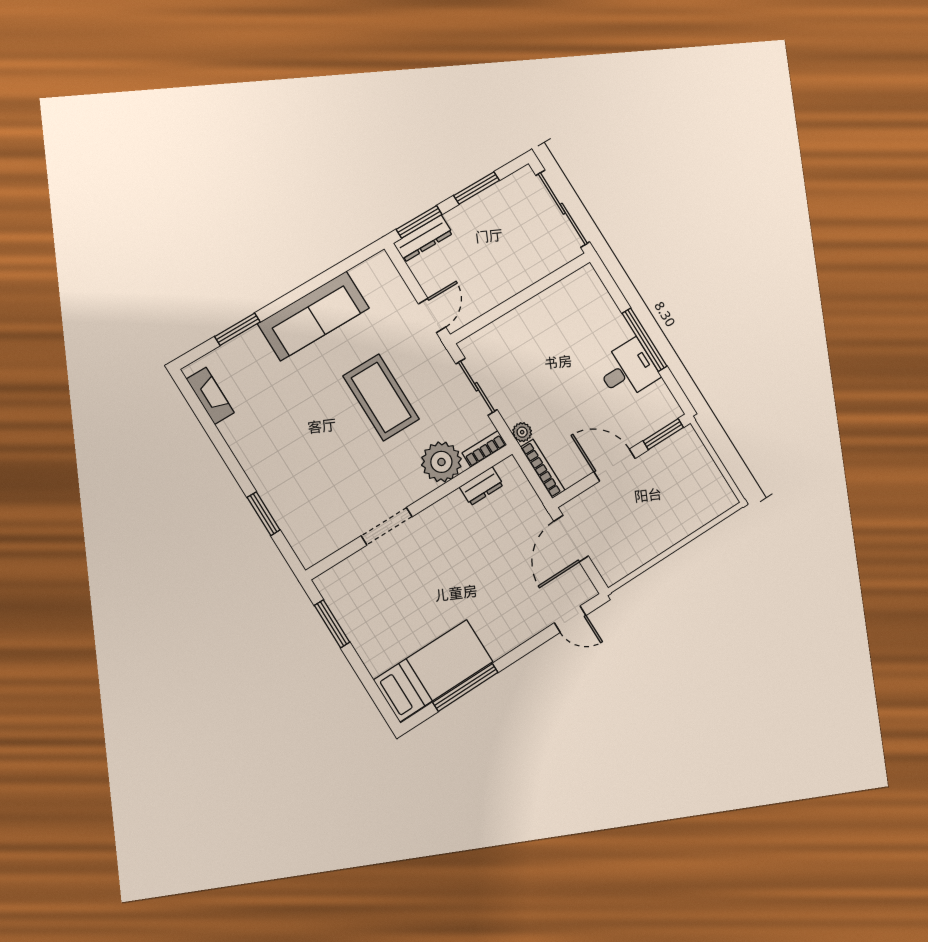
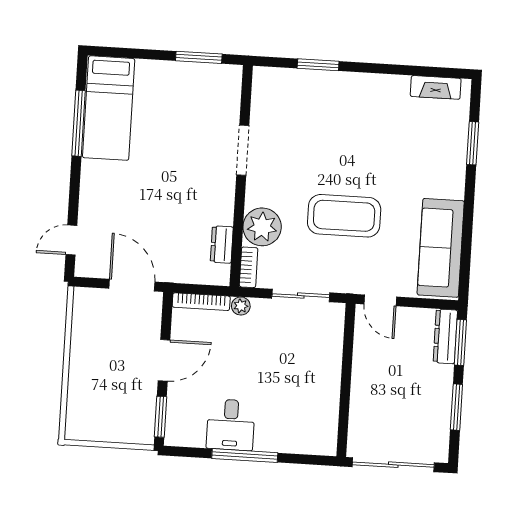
sofa: (314, 316) -> (441, 248), moved

